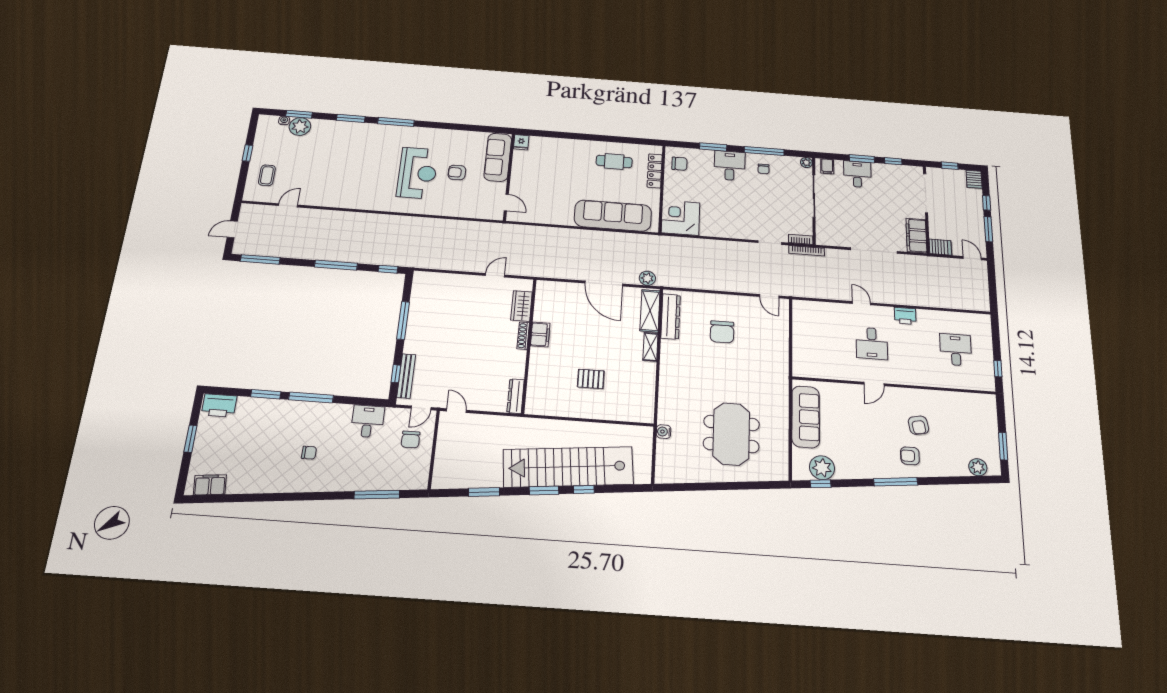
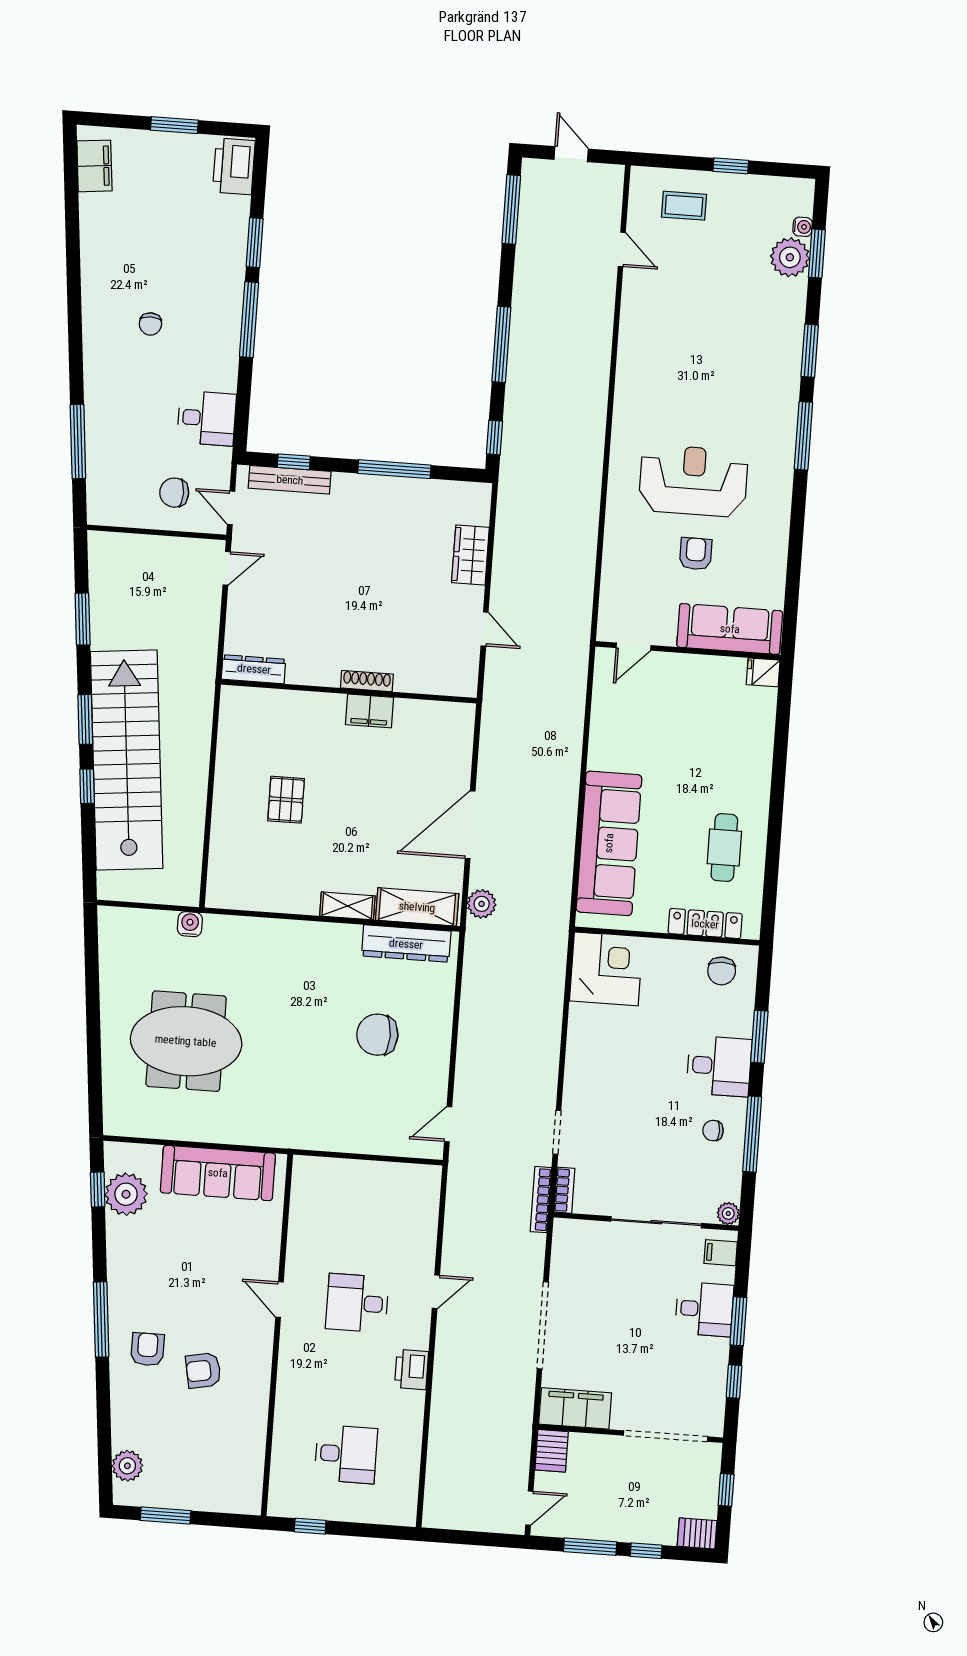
reception desk: (417, 173) -> (693, 481), turned 180
wardrobe: (521, 306) -> (470, 555), moved, turned -90

